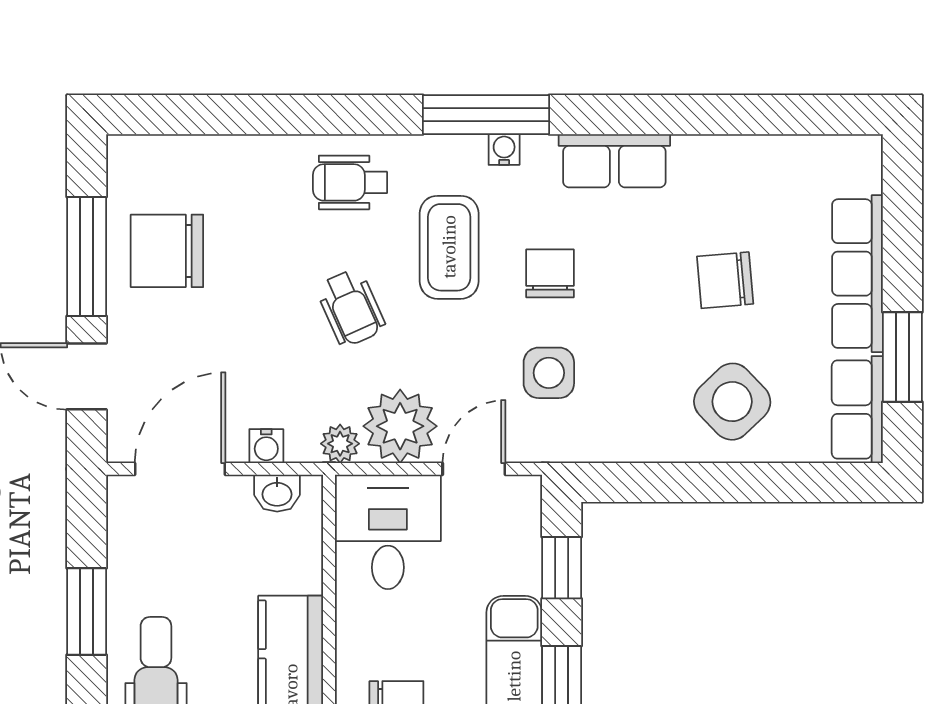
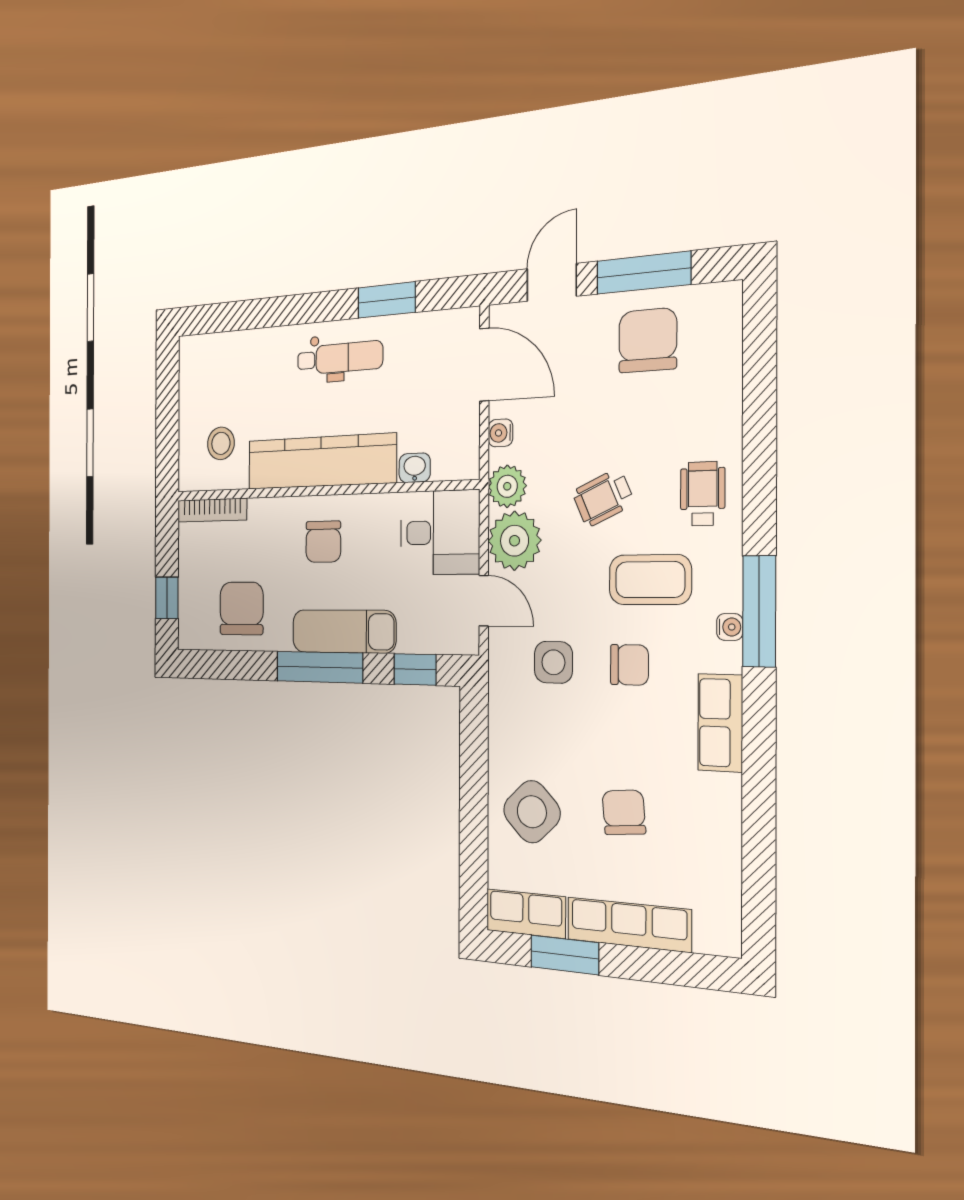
plant: (340, 444) -> (507, 486), width x1.38, depth x1.38
washbasin: (277, 493) -> (415, 468), moved, turned 90

